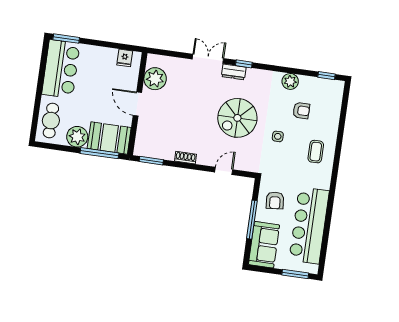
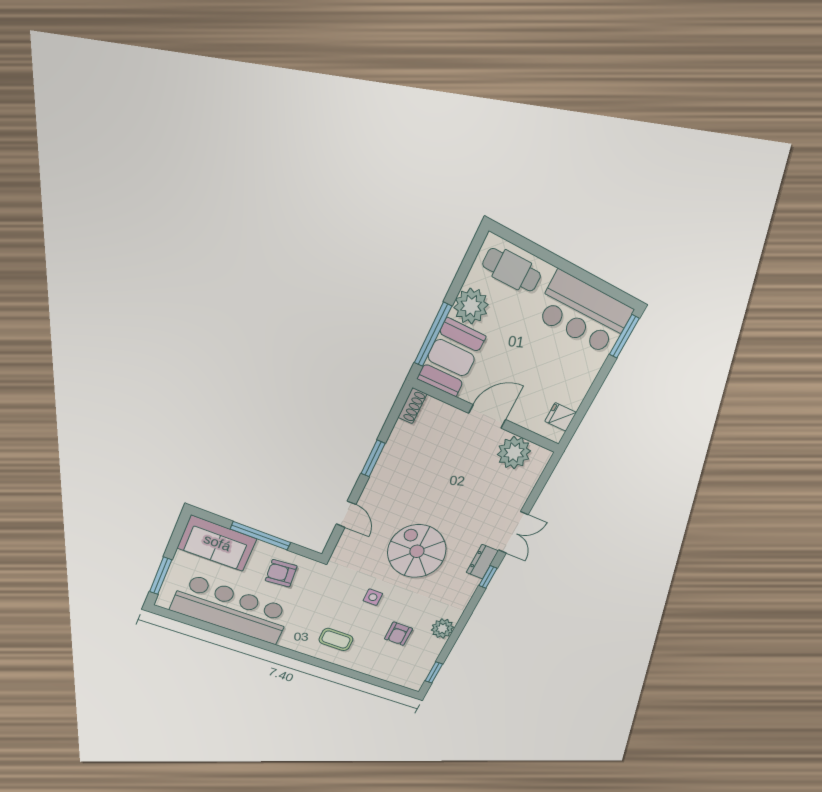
shoe rack: (185, 158) -> (412, 406), moved
window: (151, 161) -> (373, 458), moved

